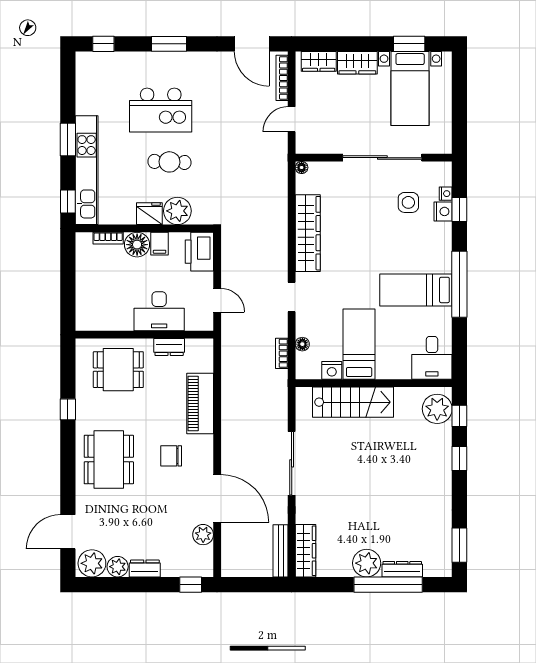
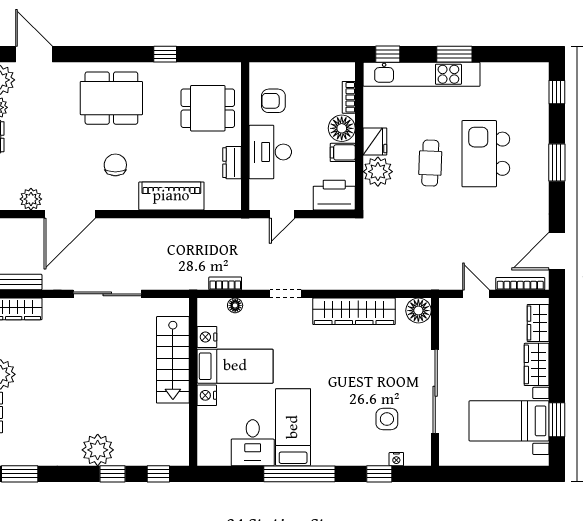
floor lamp: (302, 167) -> (418, 311), width x1.89, depth x1.89
nightstand: (443, 211) -> (207, 395), moved, turned 90
armchair: (111, 308) -> (273, 101), added
desk: (432, 358) -> (253, 443), moved, turned -90
dining table: (118, 370) -> (208, 108), turned 90
plant: (437, 409) -> (98, 450), moved

